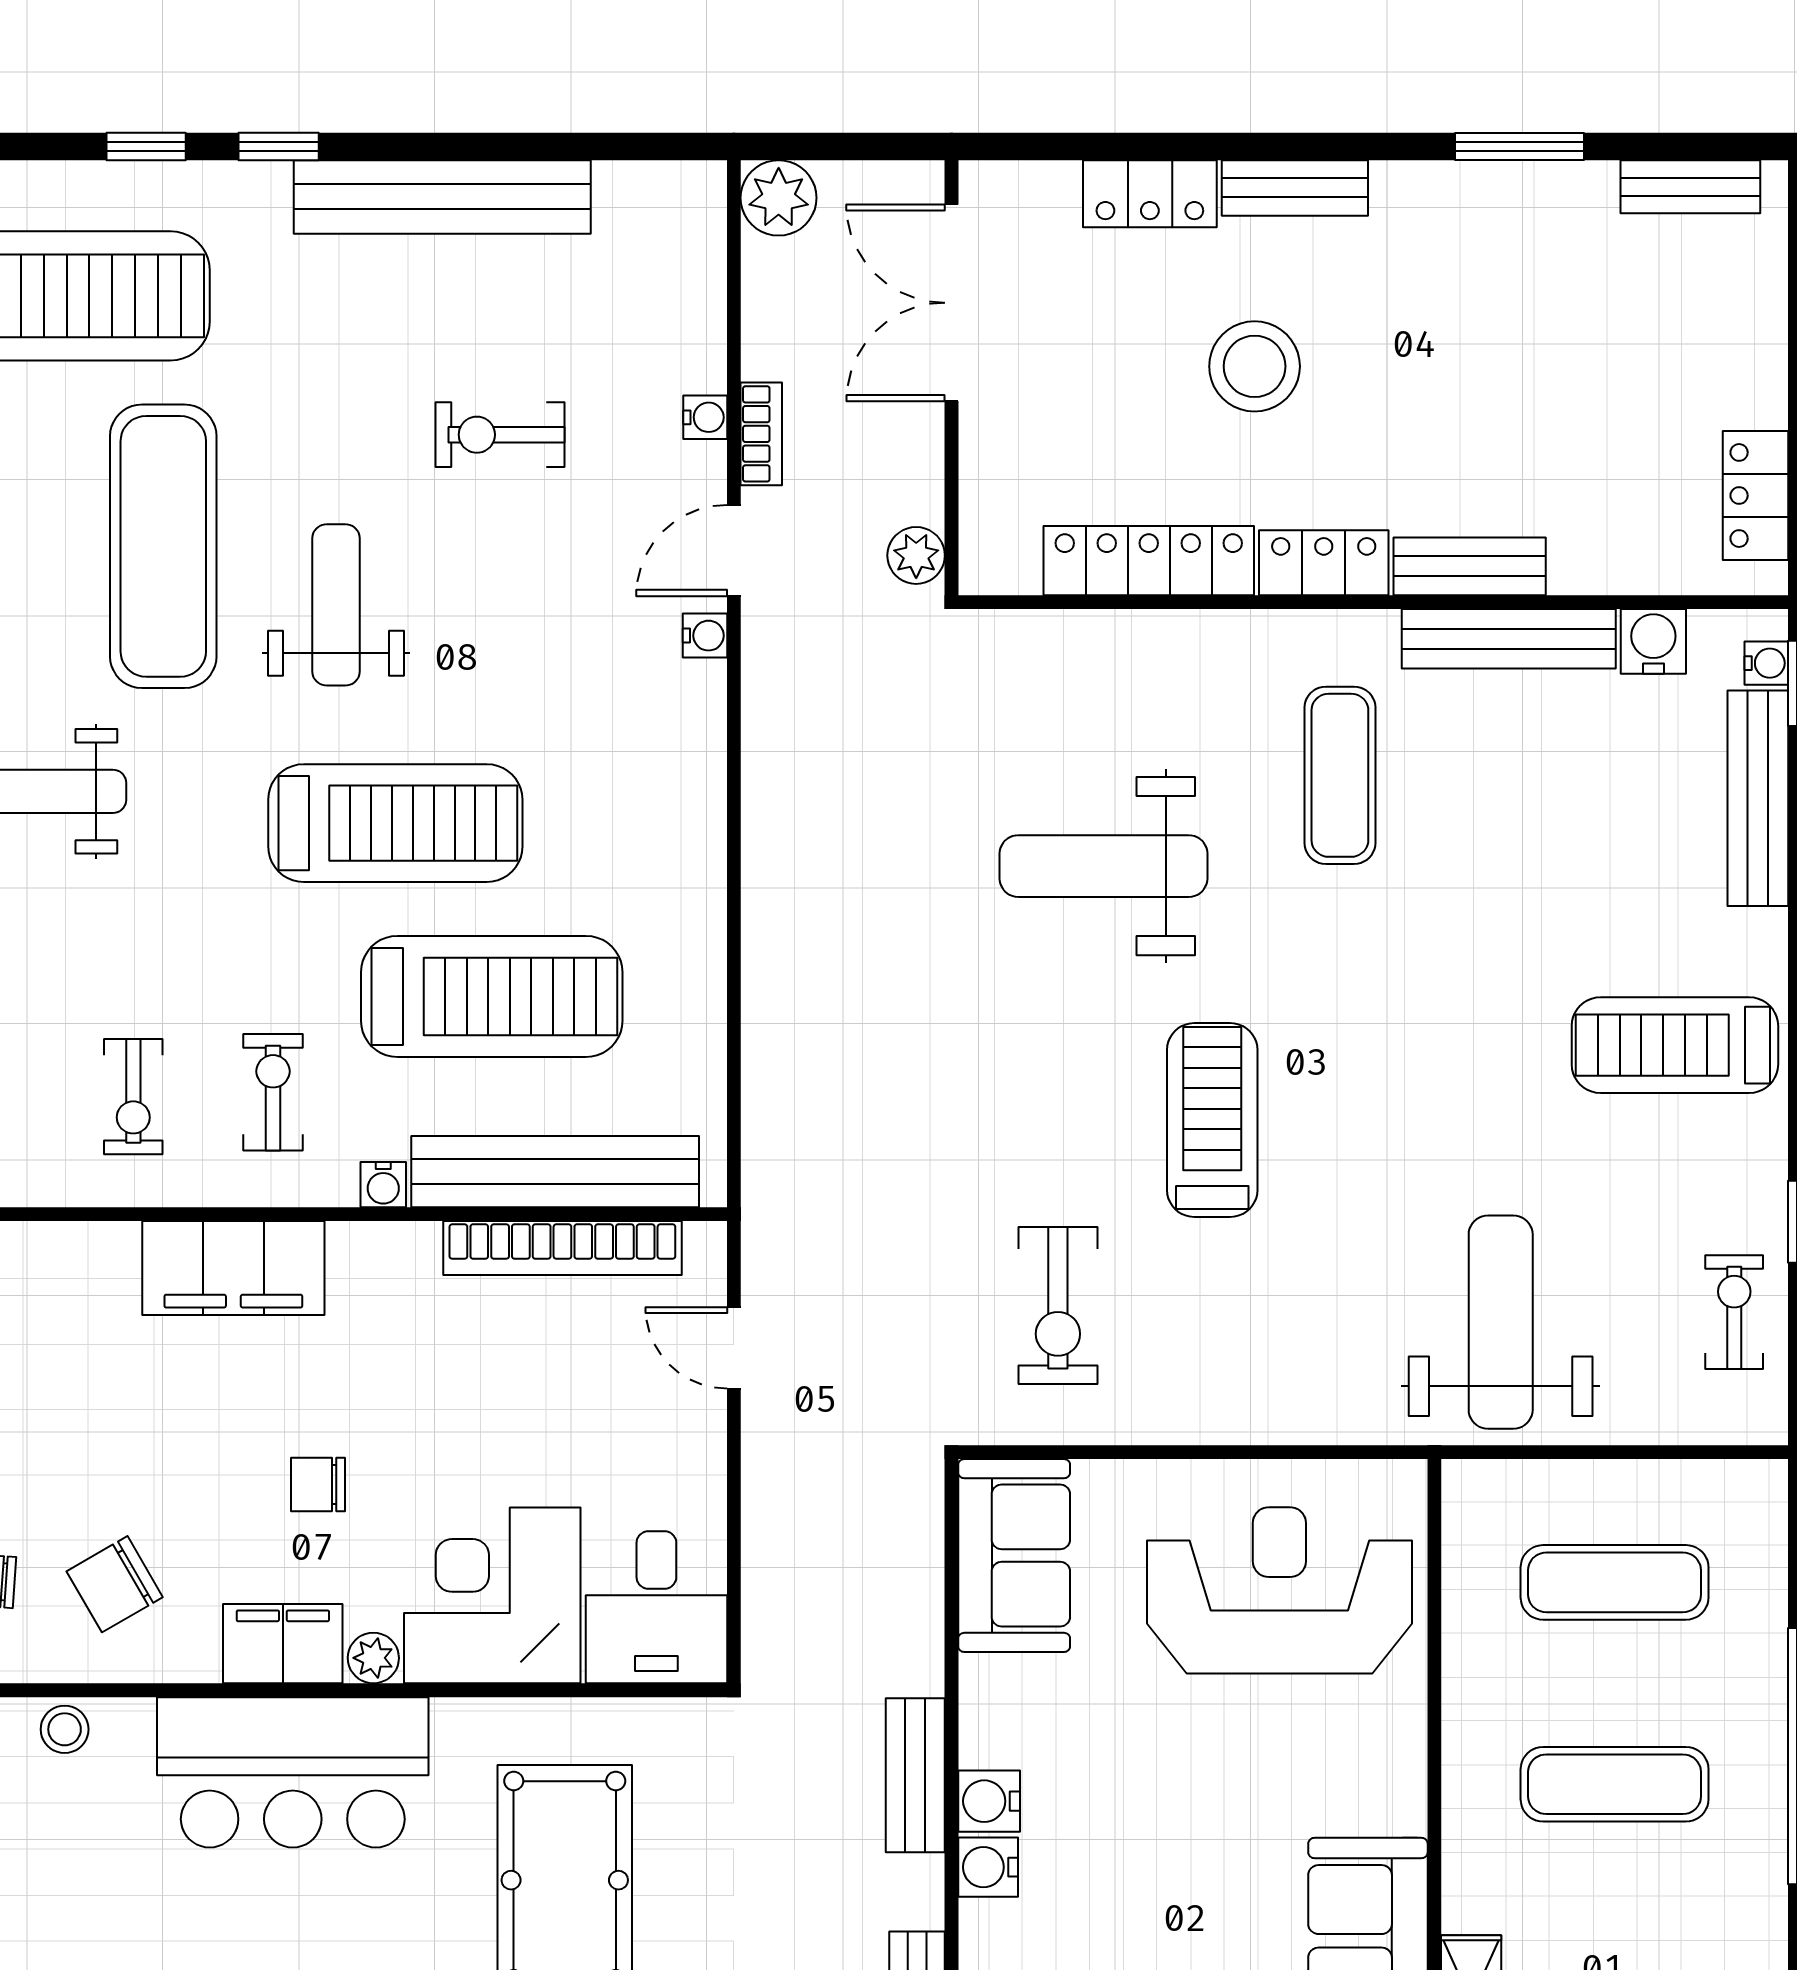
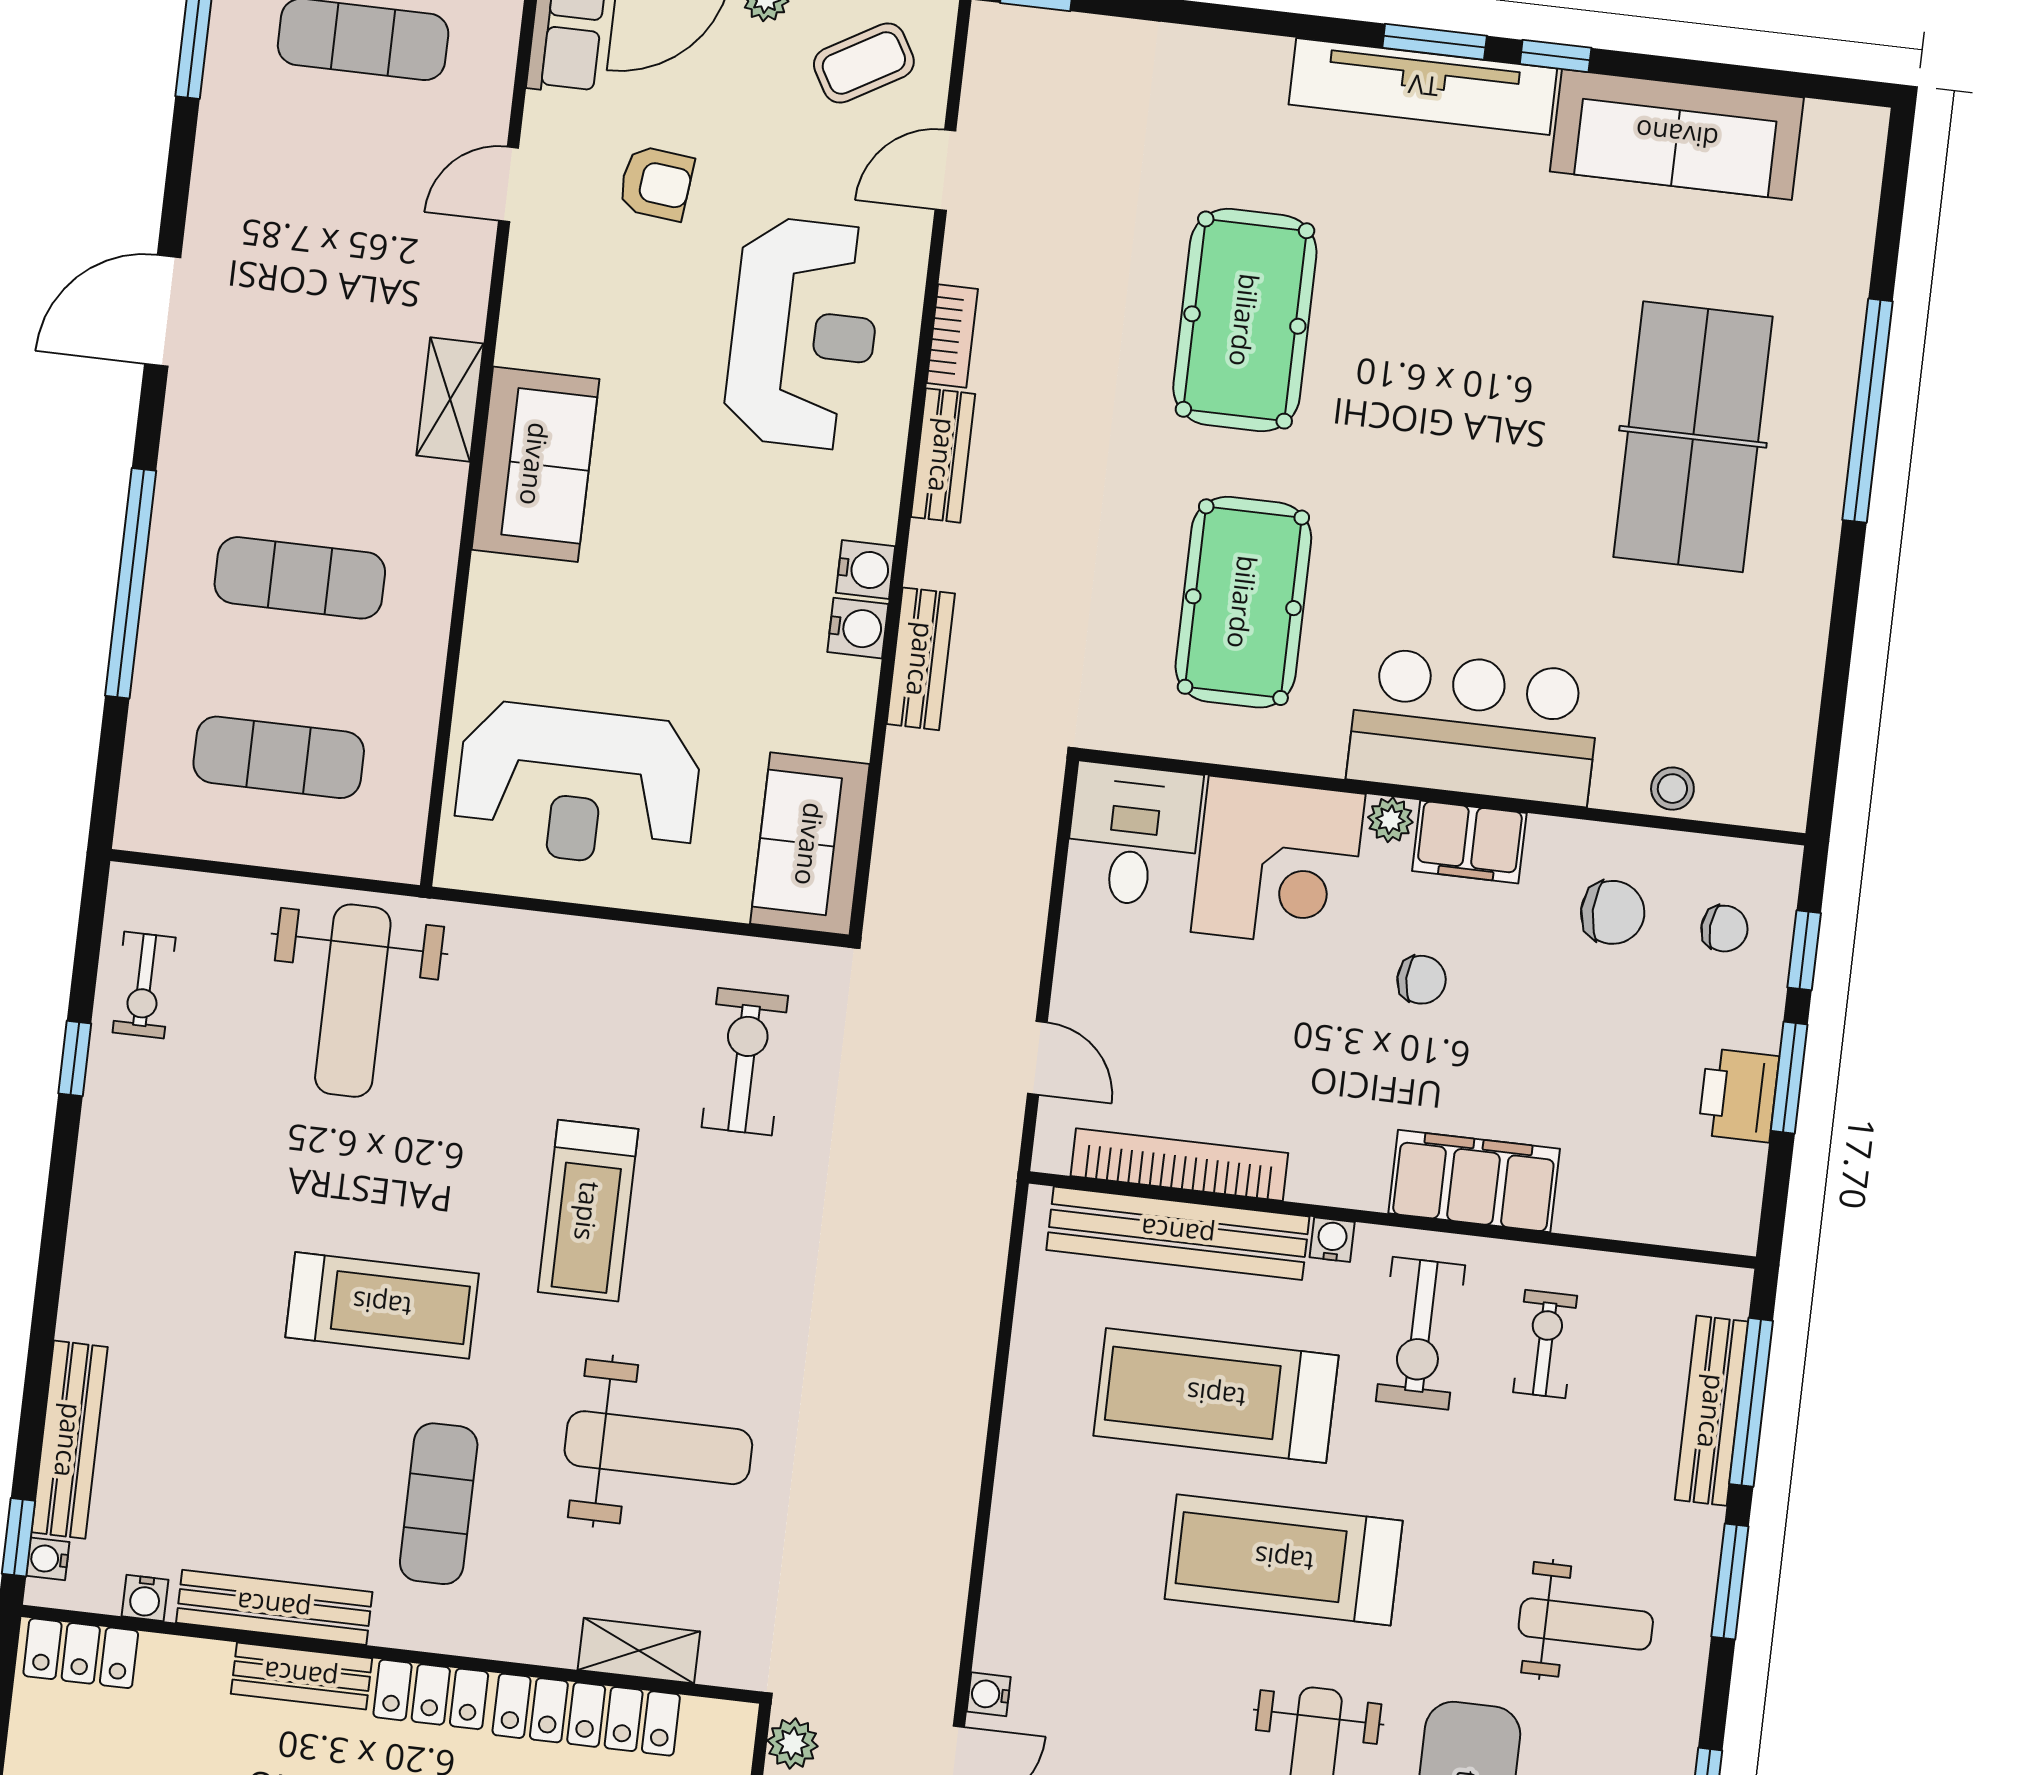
locker: (1755, 496) -> (81, 1653), moved, turned 90
shelving: (1099, 638) -> (639, 1651), added
water cooler: (1653, 641) -> (145, 1598), width x0.72, depth x0.72
treadmill: (1675, 1045) -> (382, 1305), moved
exercise bike: (273, 1092) -> (1421, 1333), width x1.38, depth x1.39
chair: (115, 1584) -> (1613, 912), turned 30

